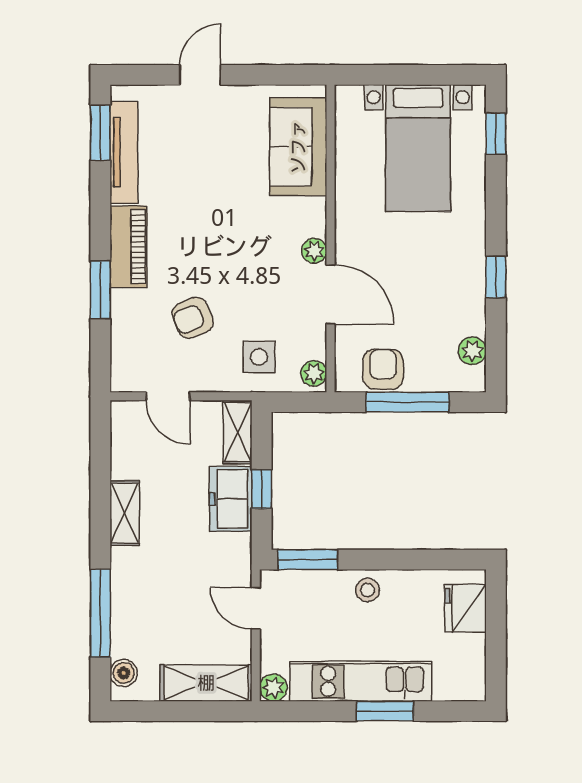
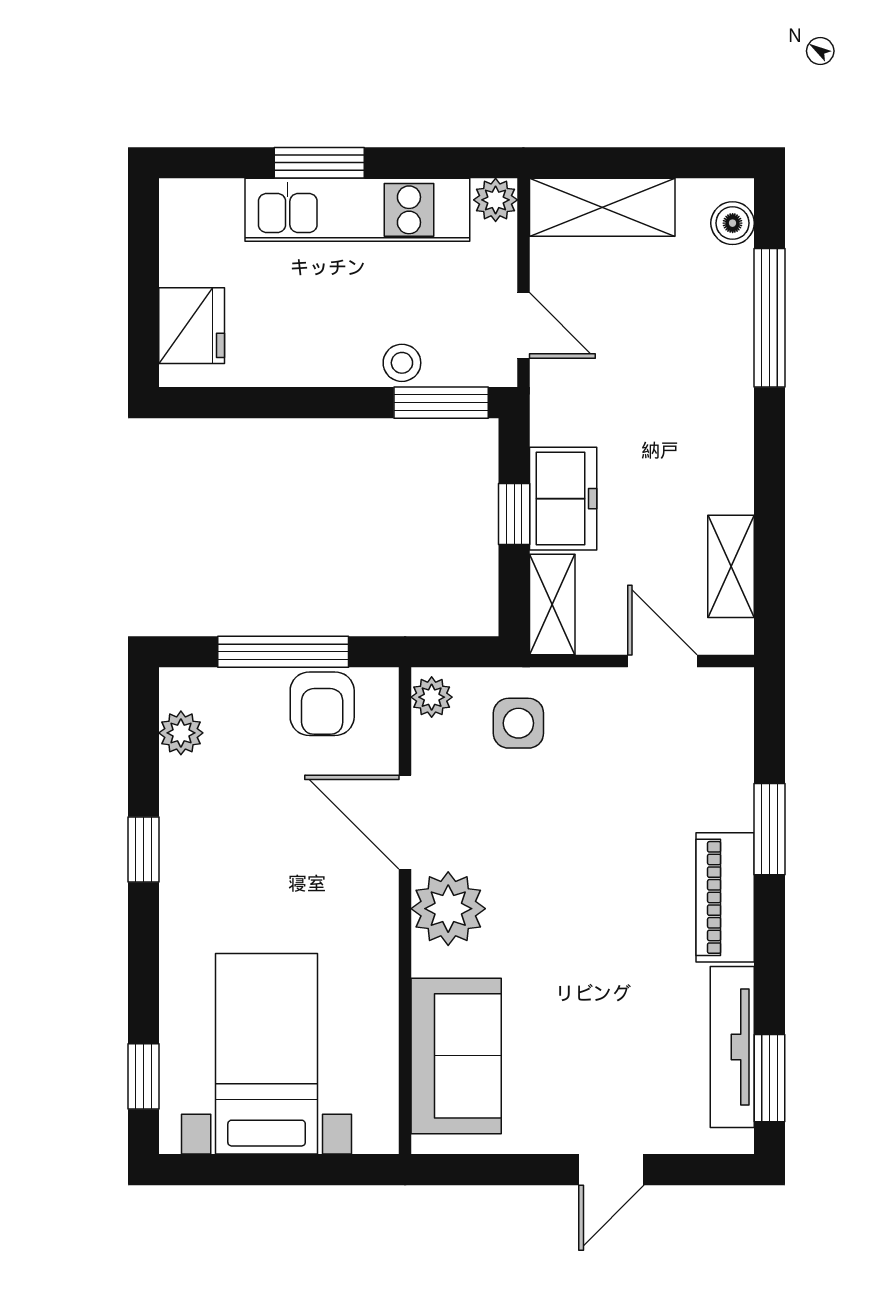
plant: (314, 251) -> (448, 909), width x1.88, depth x1.88
armchair: (193, 318) -> (623, 785), removed
shelving: (125, 513) -> (731, 566), moved
stool: (367, 590) -> (402, 363), moved

